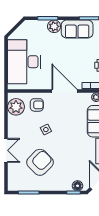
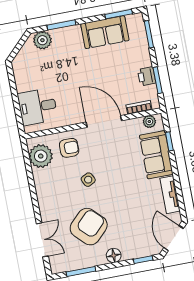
plant: (54, 26) -> (42, 40), moved
desk: (24, 62) -> (38, 107), width x0.53, depth x0.77
double door: (6, 150) -> (42, 240), moved
floor lamp: (78, 186) -> (114, 255), moved

